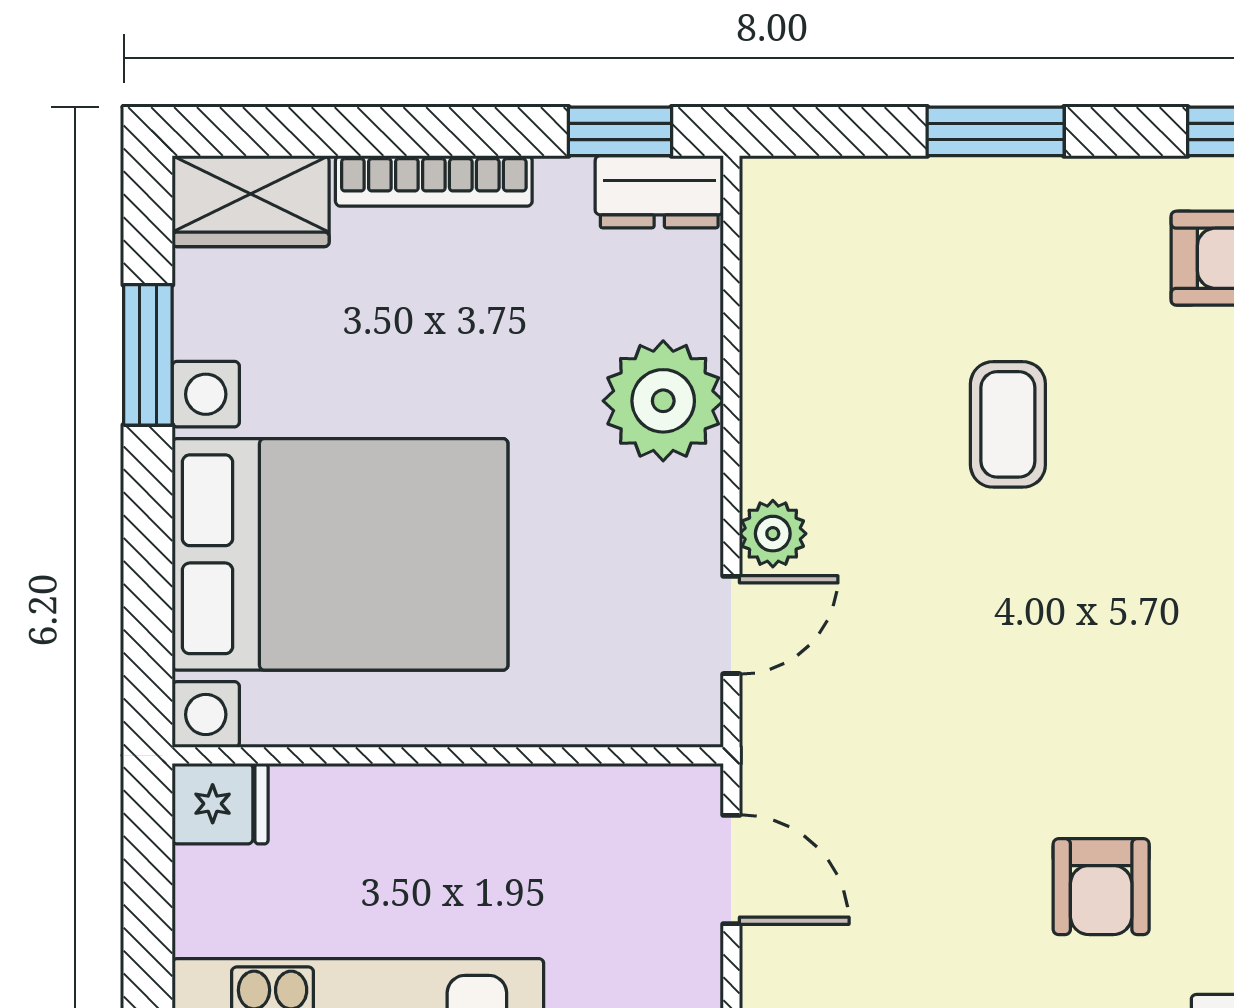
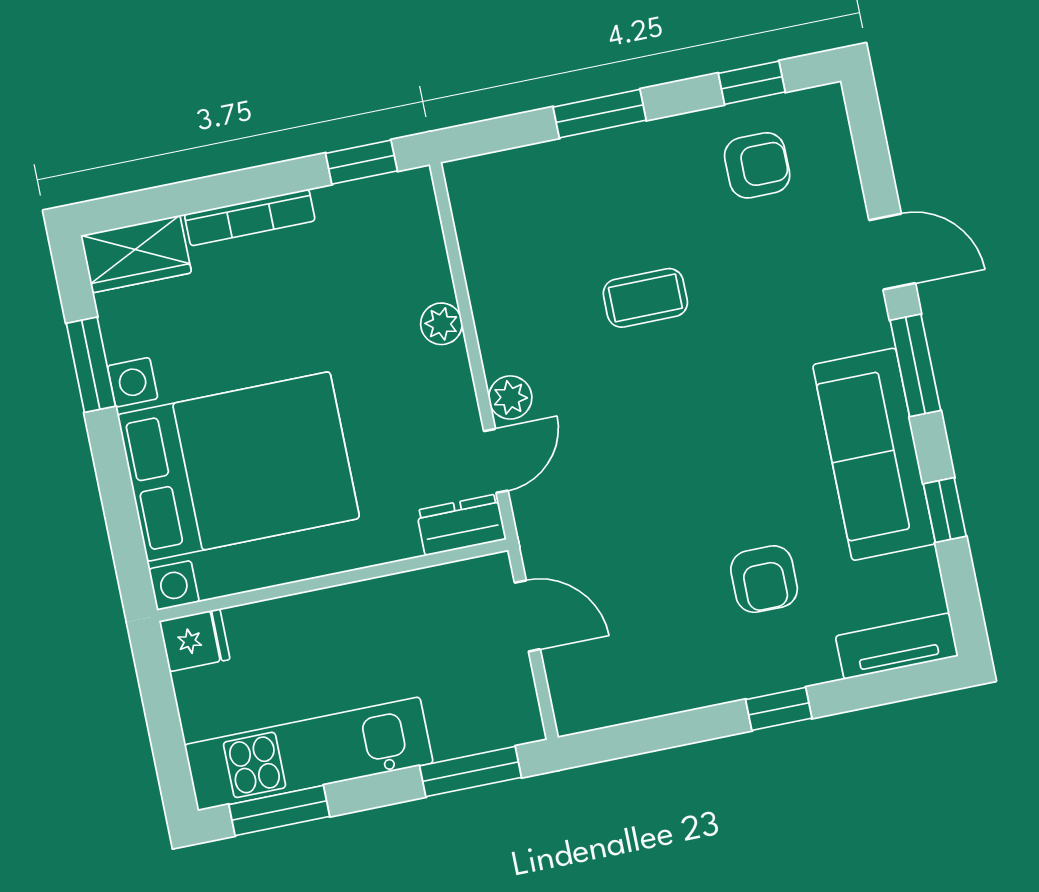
dresser: (659, 192) -> (461, 525), moved, turned 180
plant: (663, 401) -> (441, 324), width x0.53, depth x0.53
coffee table: (1008, 424) -> (645, 298), turned 90

